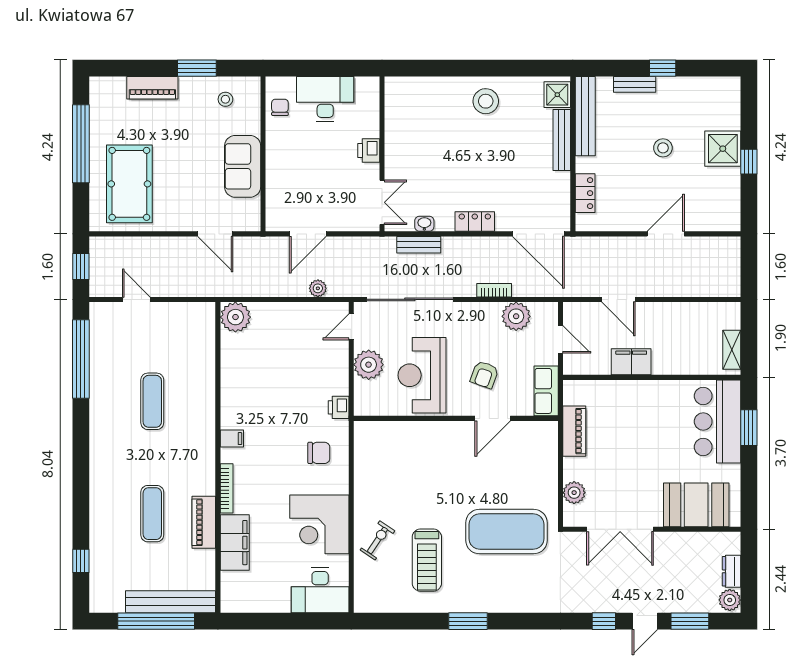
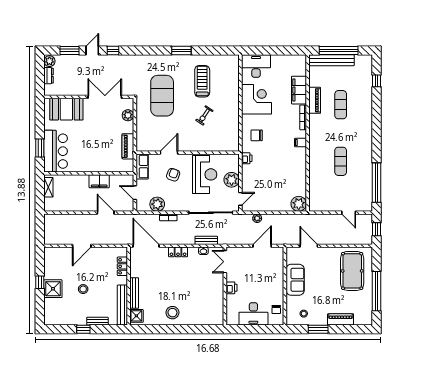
exercise mat: (506, 532) -> (162, 96), turned 90
exercise bike: (377, 540) -> (204, 115), moved

